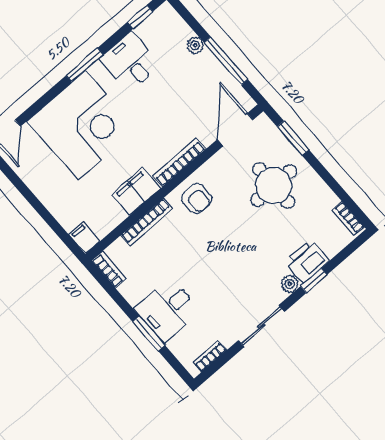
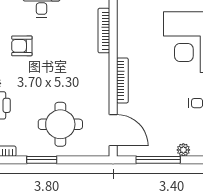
window: (293, 138) -> (42, 160), moved
filing cabinet: (136, 191) -> (127, 40), removed
armchair: (197, 199) -> (22, 46), moved

